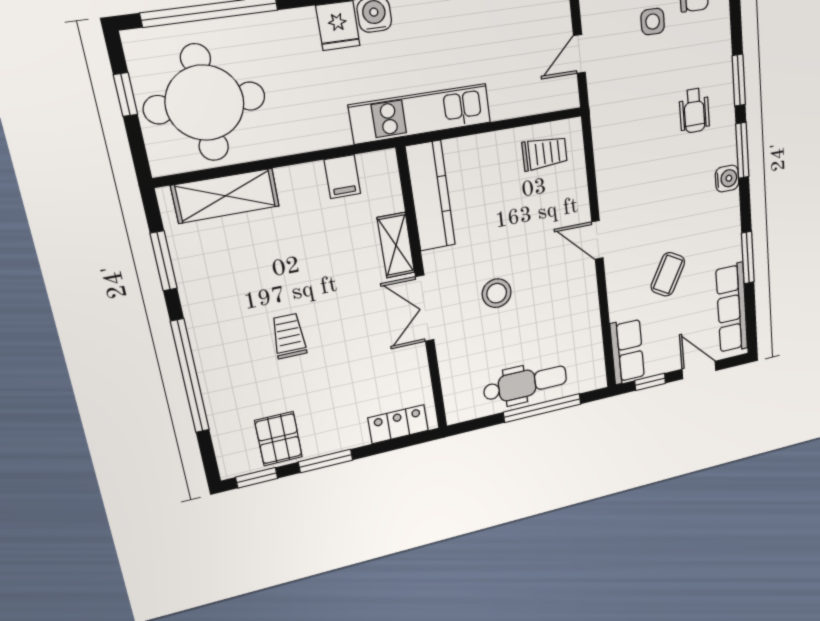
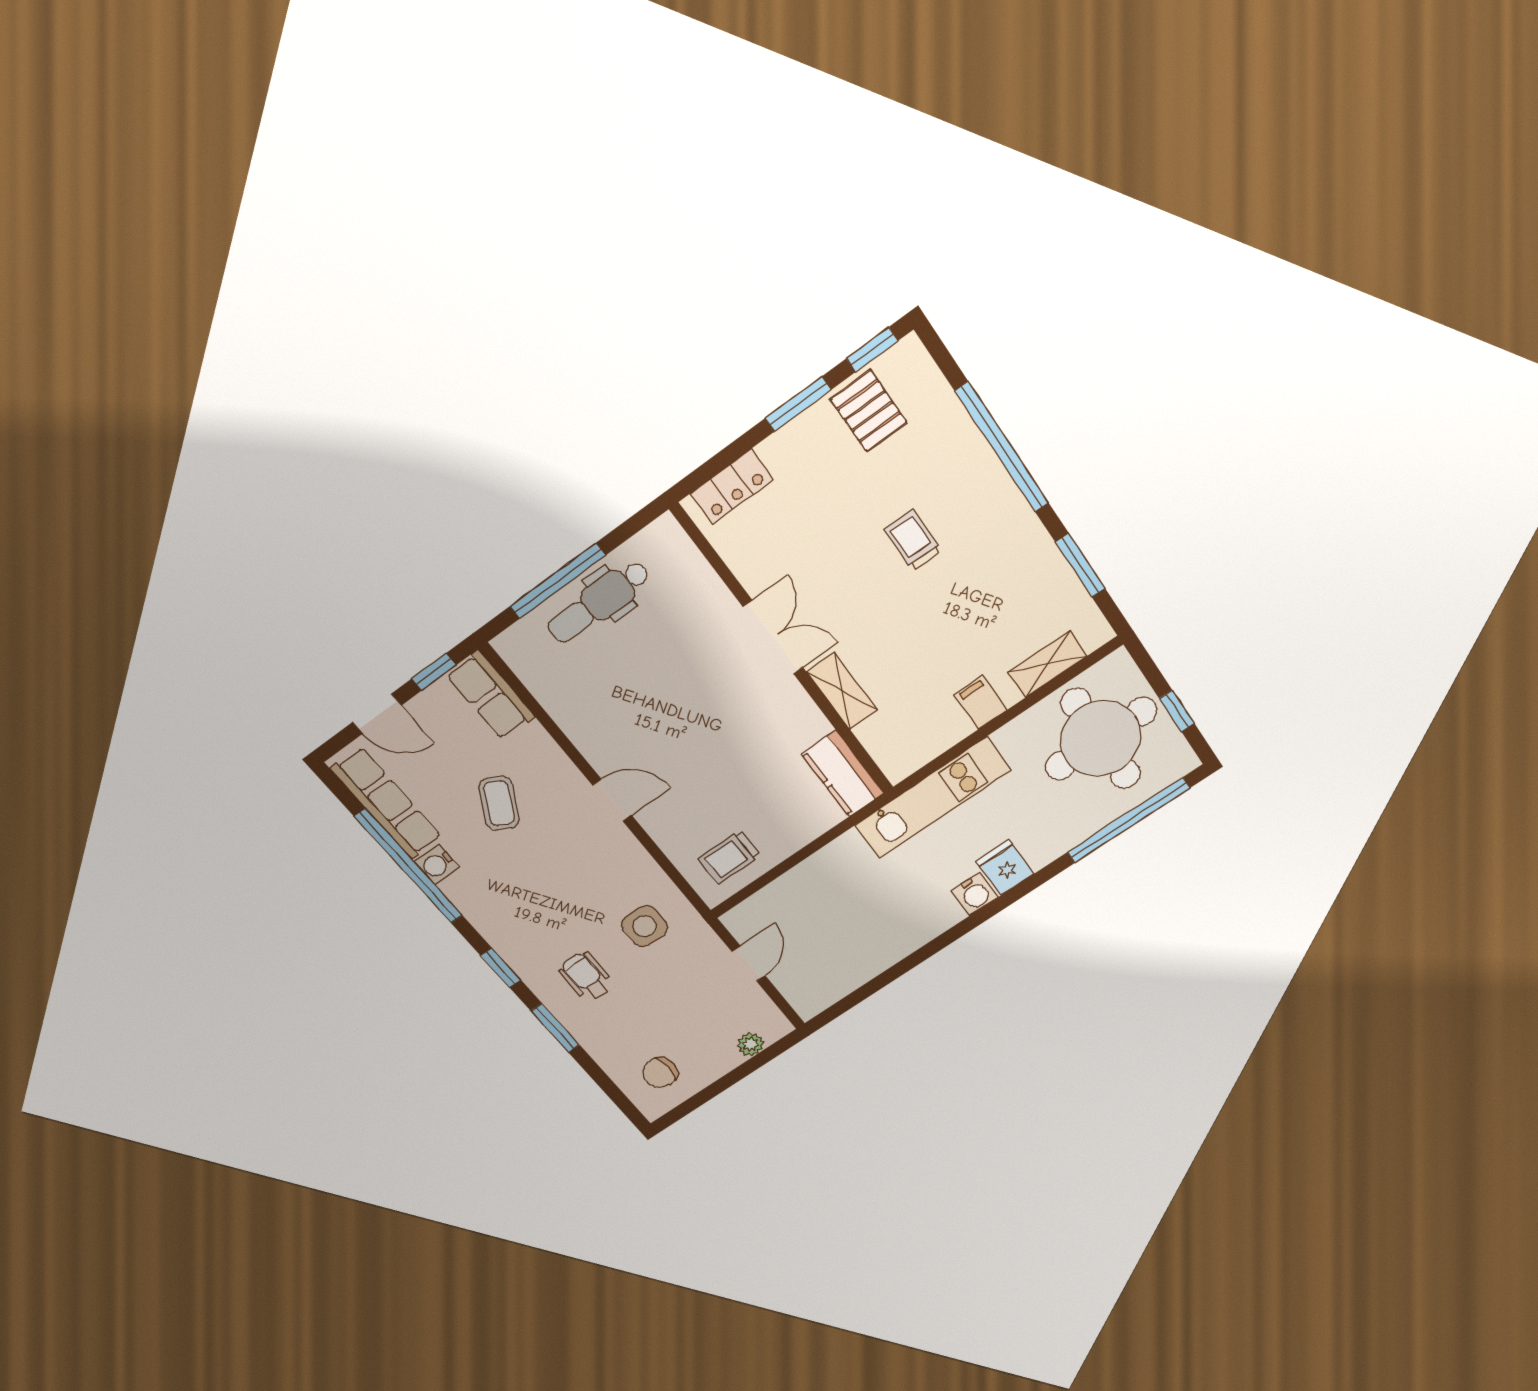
side table: (653, 22) -> (644, 926), moved, width x1.37, depth x1.37
kitchen unit: (421, 114) -> (933, 798), moved
window: (742, 150) -> (501, 968), width x0.67
filing cabinet: (342, 177) -> (980, 702), moved
water cooler: (727, 179) -> (437, 864), moved
shelving: (226, 196) -> (1047, 664), width x0.67, depth x0.75
kitchen counter: (431, 196) -> (843, 774), width x0.67
window: (748, 258) -> (409, 866), width x2.11
stool: (497, 293) -> (697, 691), removed
trolley: (289, 336) -> (913, 540), turned 180

